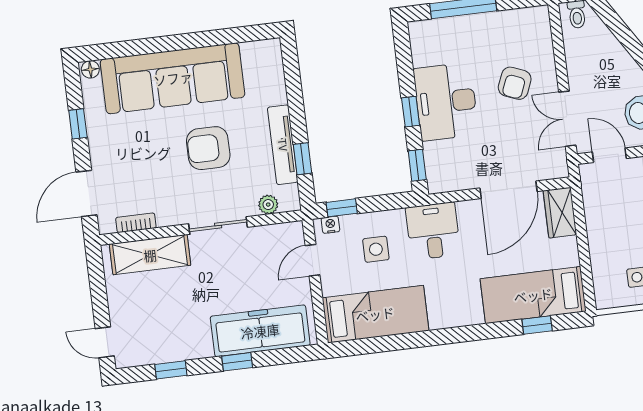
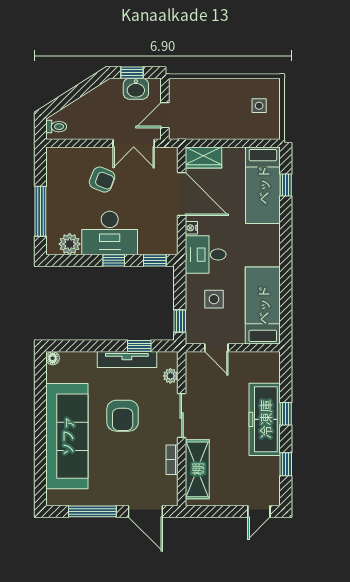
plant: (425, 51) -> (70, 244), added
floor lamp: (90, 69) -> (53, 358), moved
window: (78, 124) -> (92, 511), width x2.17
bookcase: (136, 223) -> (172, 460), moved
nightstand: (330, 225) -> (191, 228), moved
freezer: (260, 331) -> (265, 419), moved

